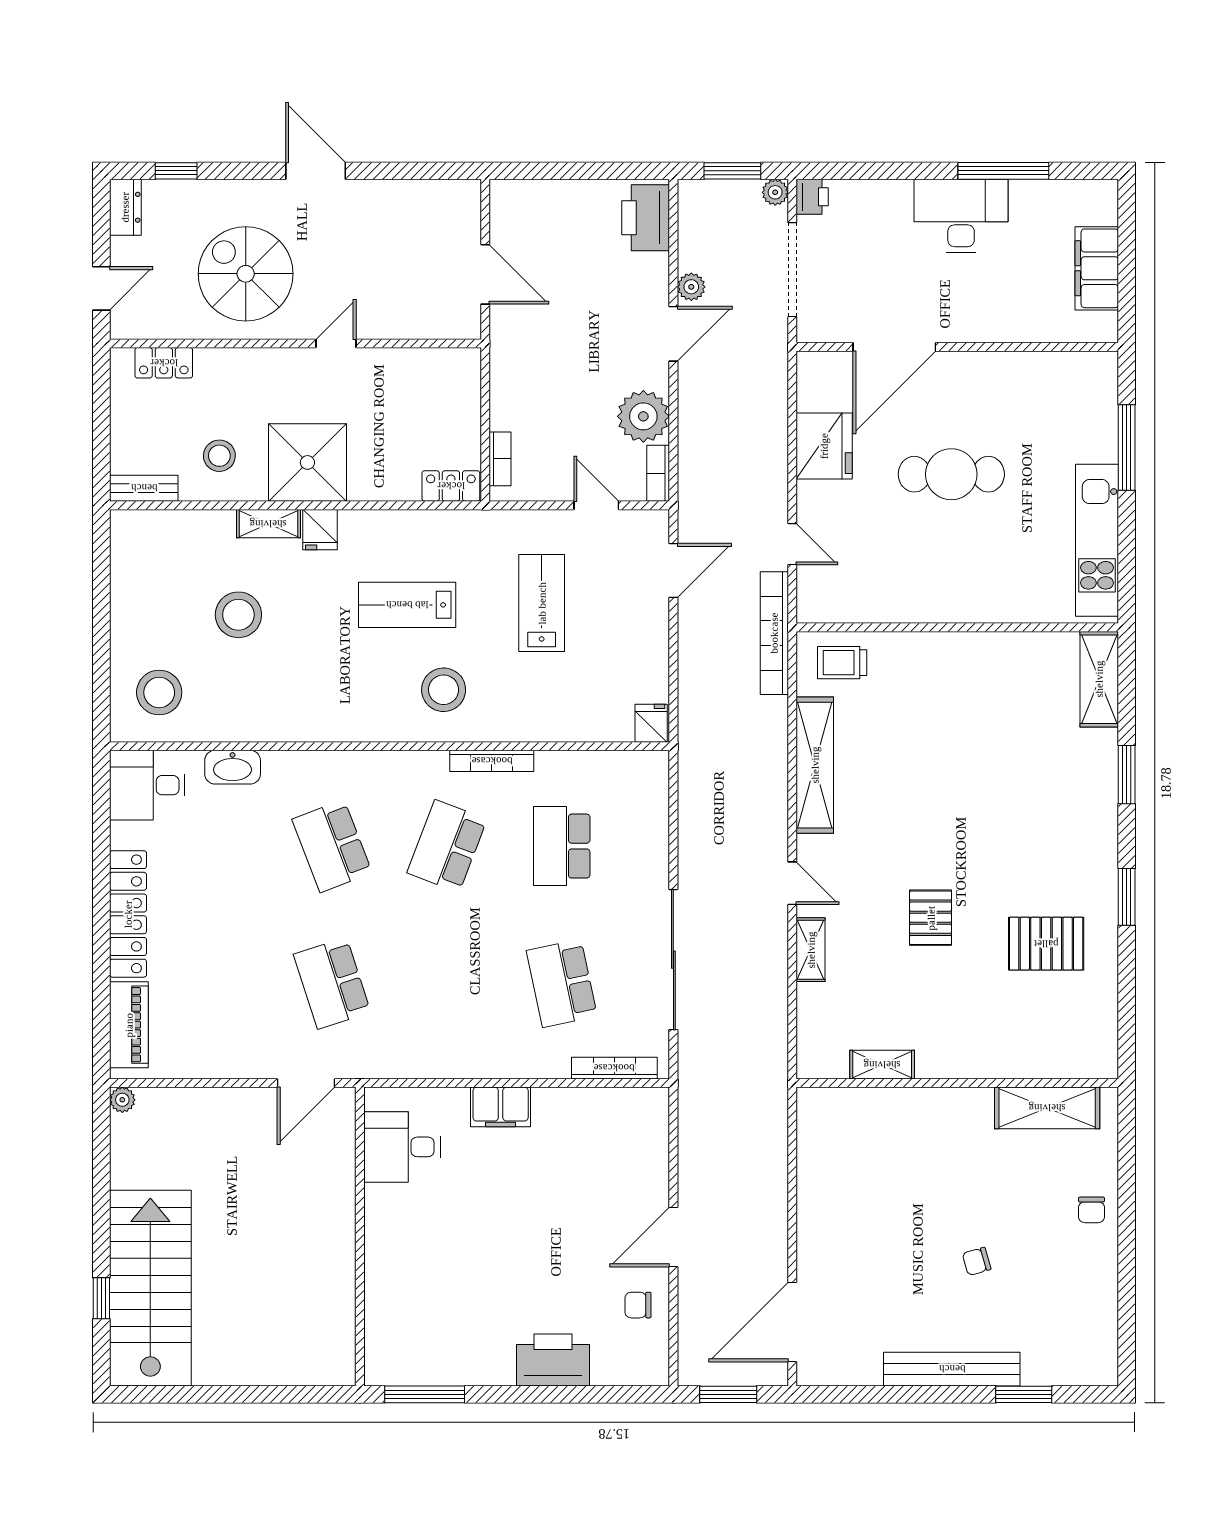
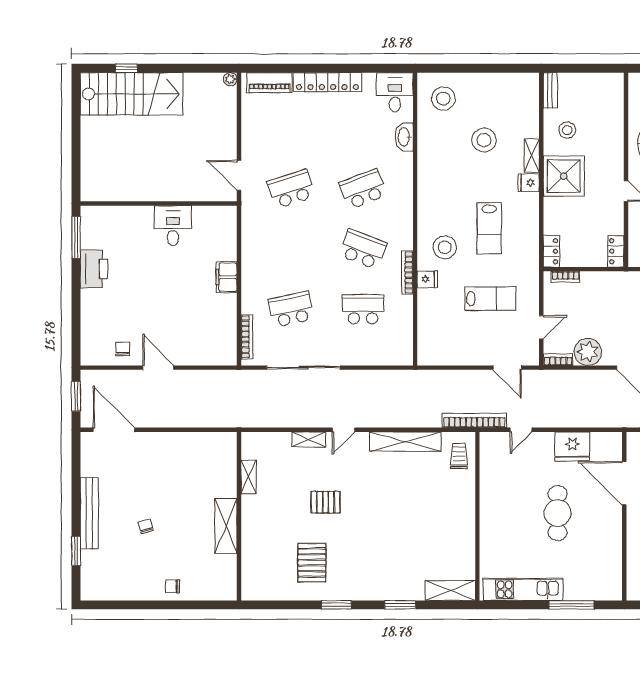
locker: (164, 363) -> (616, 251), moved
lab bench: (407, 605) -> (489, 228), turned 180
fridge: (651, 723) -> (427, 279), moved
shelving: (1047, 1108) -> (226, 526), moved
desk: (402, 1147) -> (173, 226), moved
printer: (553, 1360) -> (94, 269), moved

